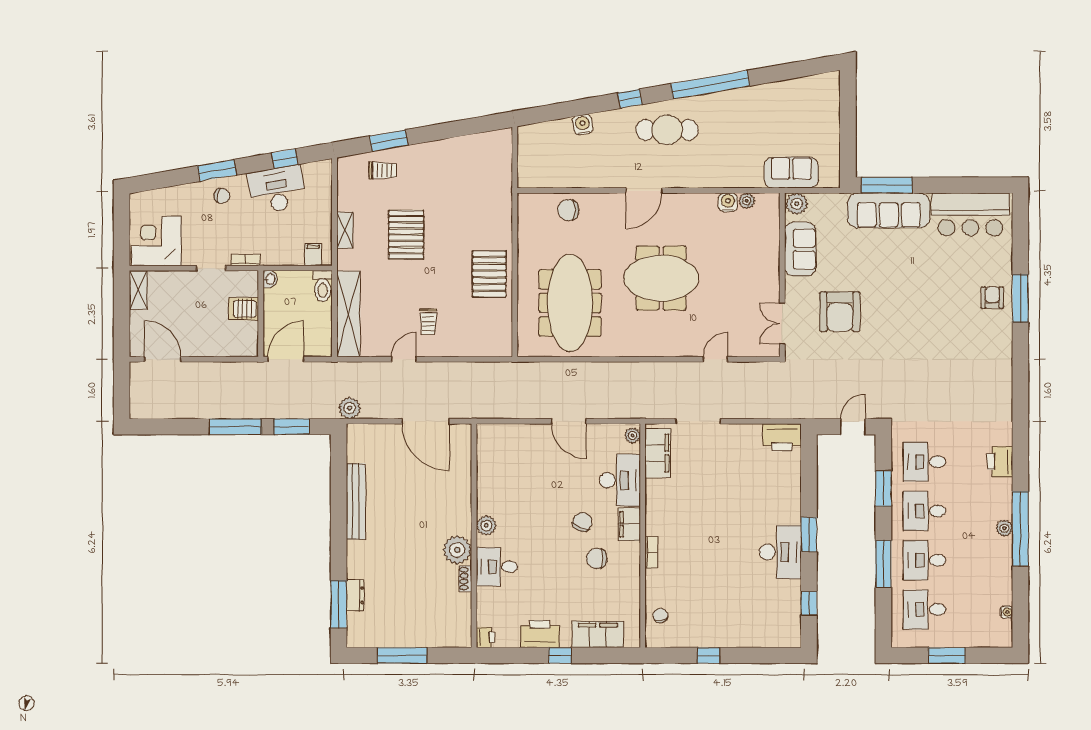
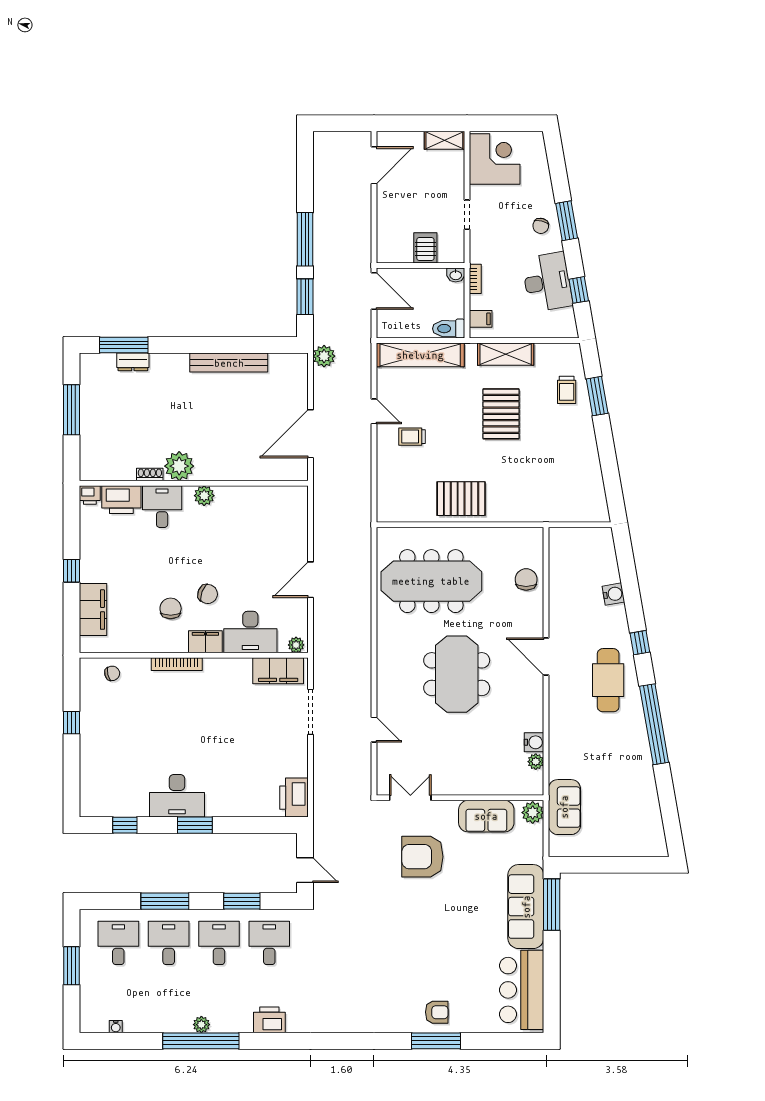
shelving: (345, 230) -> (506, 354), width x1.50, depth x1.33
pallet: (406, 235) -> (501, 414), turned 90
bookcase: (245, 260) -> (475, 279), moved
bookcase: (651, 552) -> (177, 664), width x1.56
printer: (540, 634) -> (121, 500), moved, turned 90

